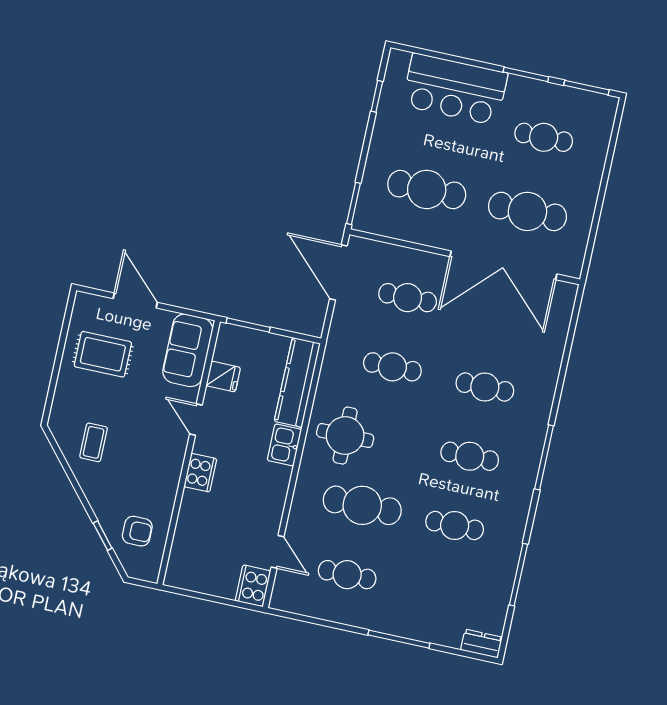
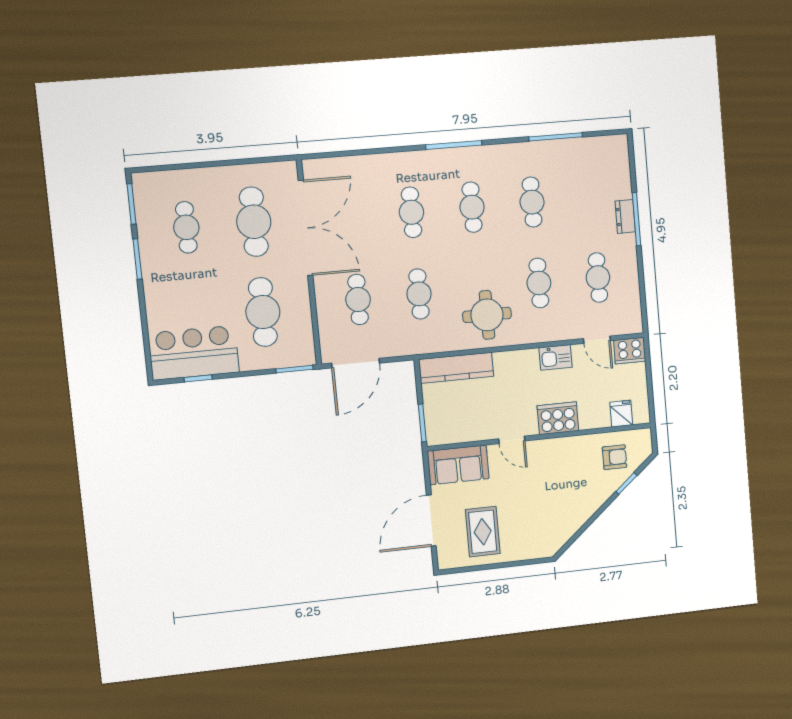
bar counter: (455, 89) -> (194, 353), moved, turned -90
door: (135, 300) -> (431, 520), width x1.36
fridge: (223, 376) -> (621, 414), moved
door: (196, 420) -> (512, 440), hinge flipped
coffee table: (94, 442) -> (555, 515), removed
kitchen sink: (284, 445) -> (555, 357), moved
cooker: (200, 473) -> (558, 418), width x1.37, depth x1.31
cafe table: (362, 505) -> (539, 283), width x0.73, depth x0.74
armchair: (137, 531) -> (615, 457), turned 90
door: (277, 552) -> (597, 340), swing flipped
dresser: (481, 644) -> (625, 216), moved

